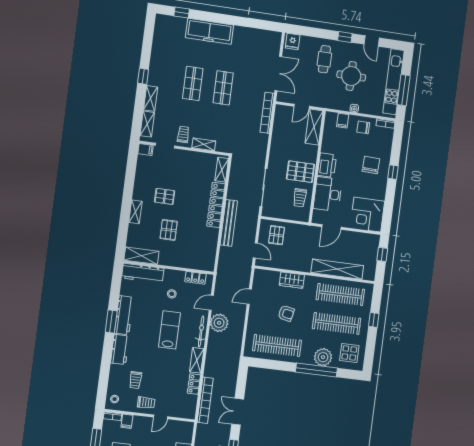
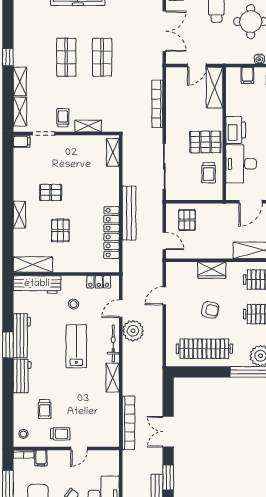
bookcase: (267, 113) -> (157, 104), moved
locker: (216, 205) -> (112, 233), moved
locker: (194, 384) -> (113, 406), removed

